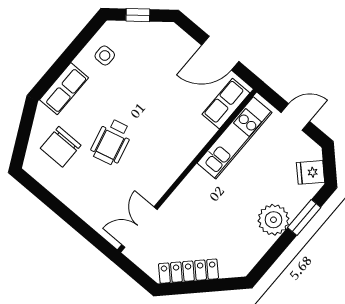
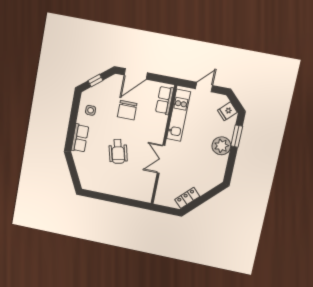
door: (220, 53) -> (136, 74), moved
chair: (61, 147) -> (127, 110), moved
double door: (139, 227) -> (161, 159), moved
locker: (188, 271) -> (187, 198), width x0.66

